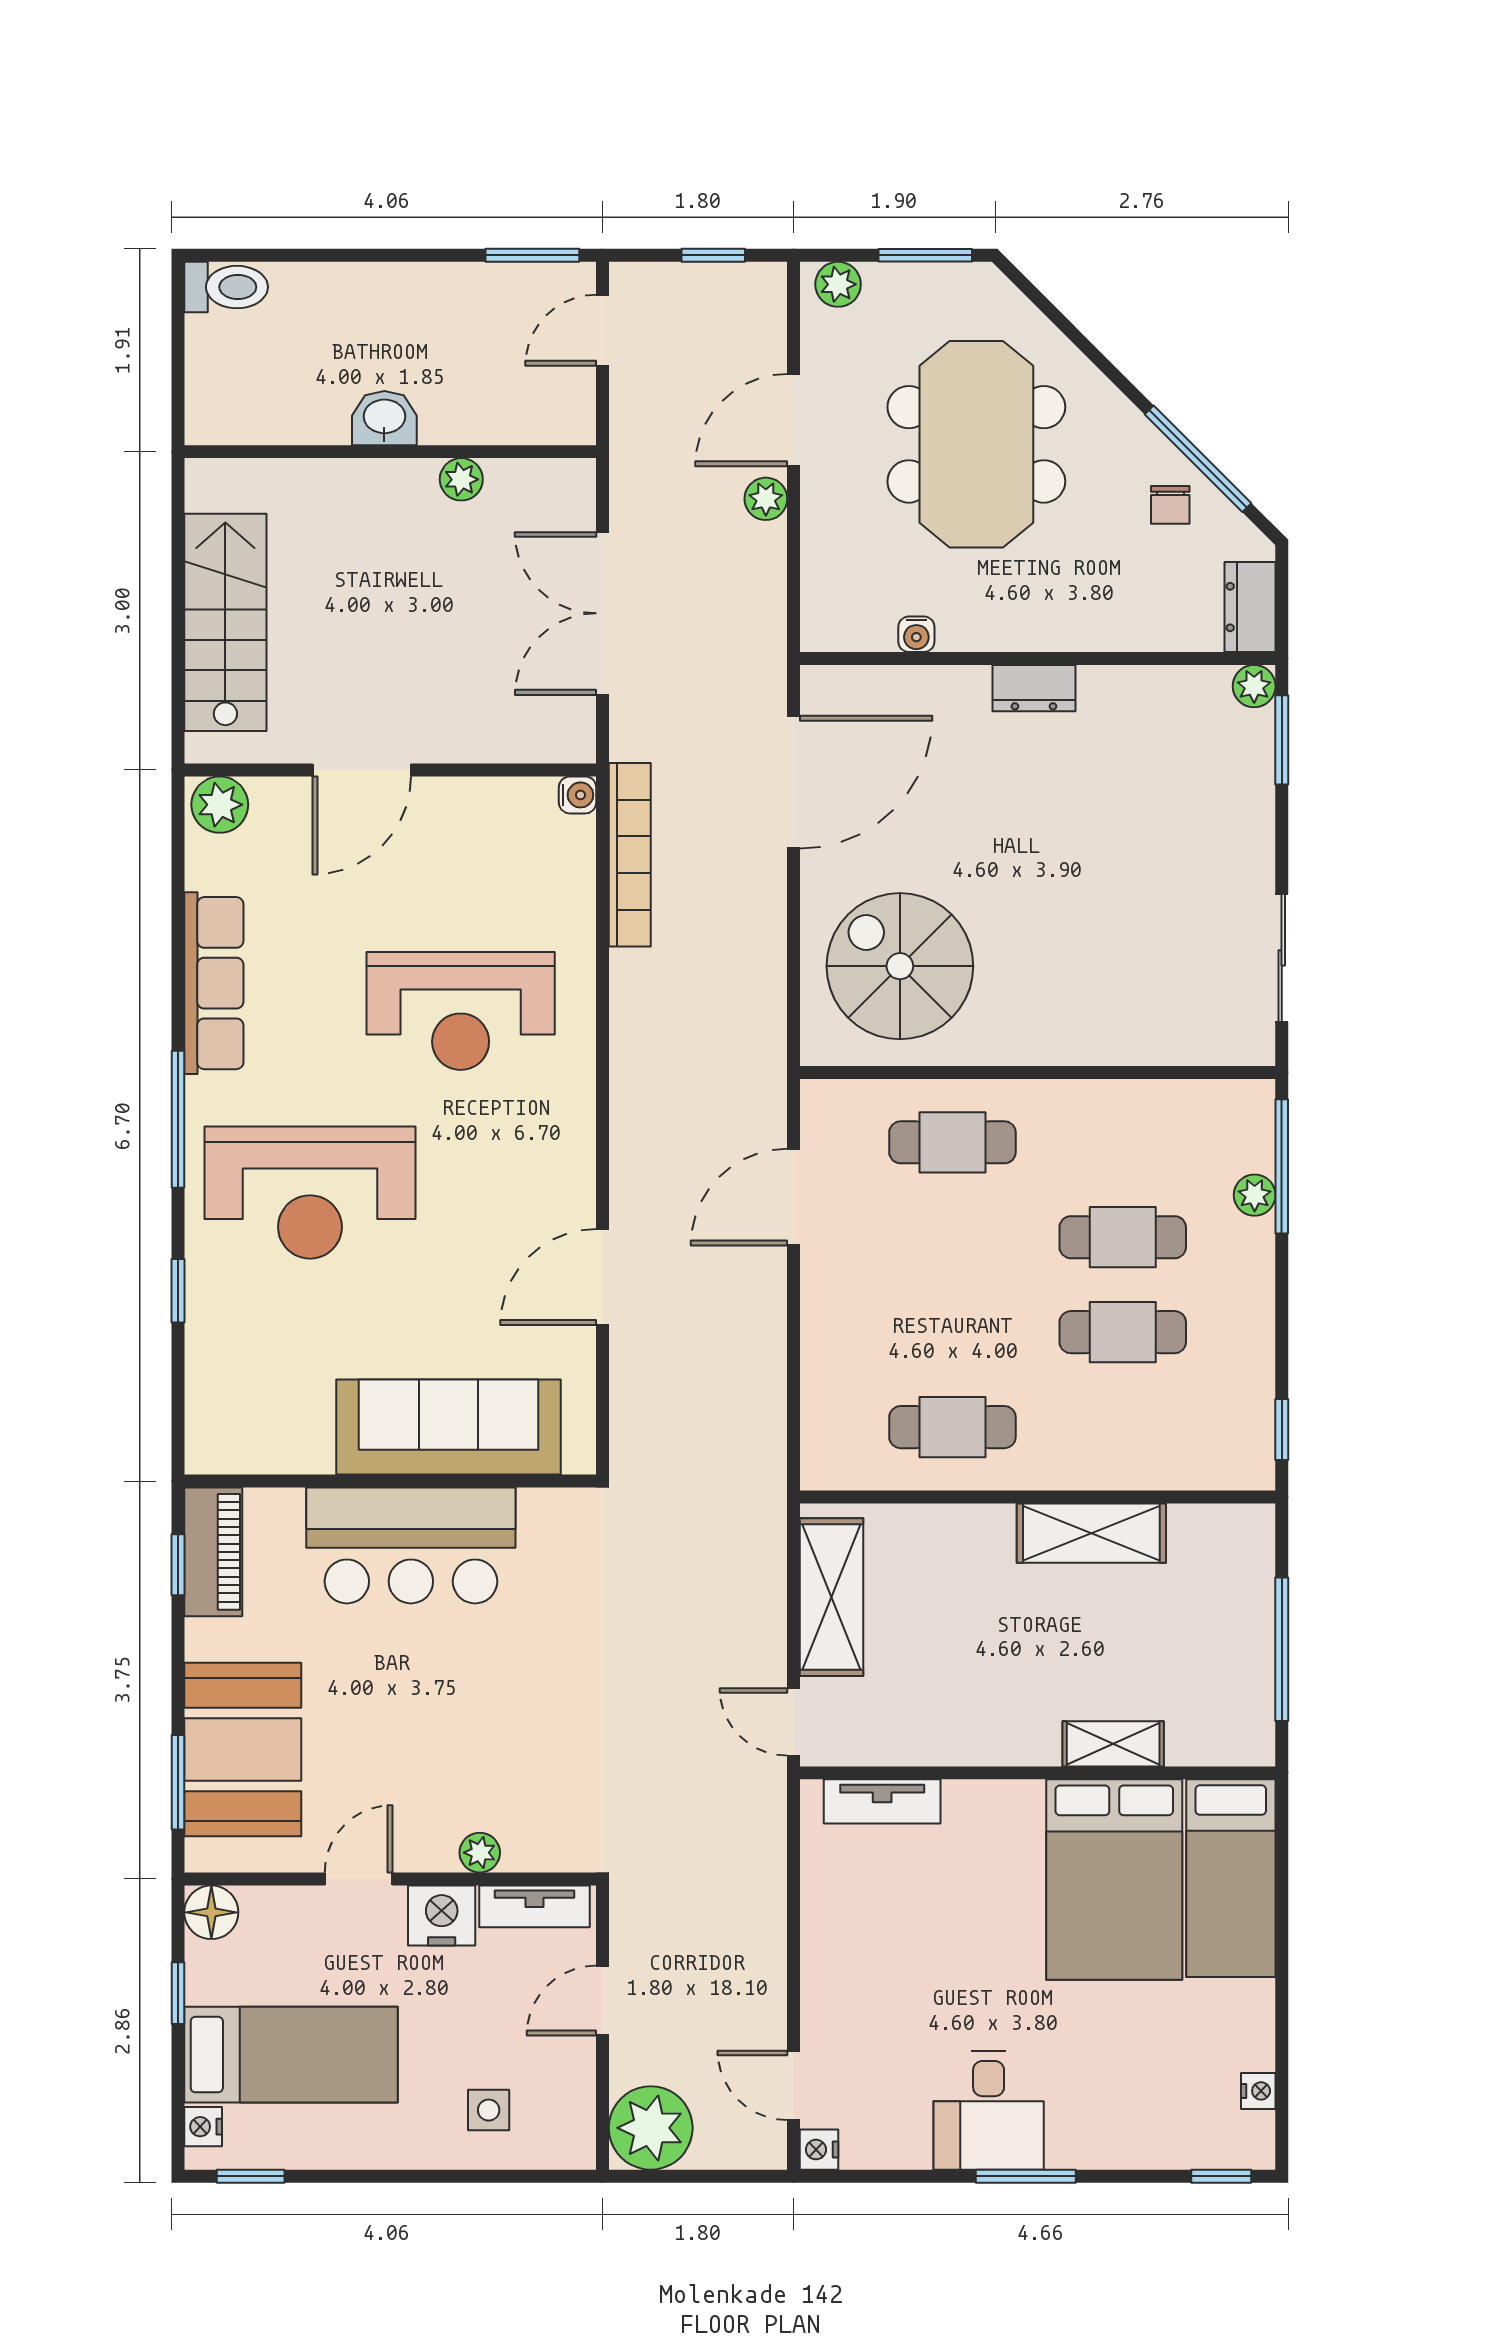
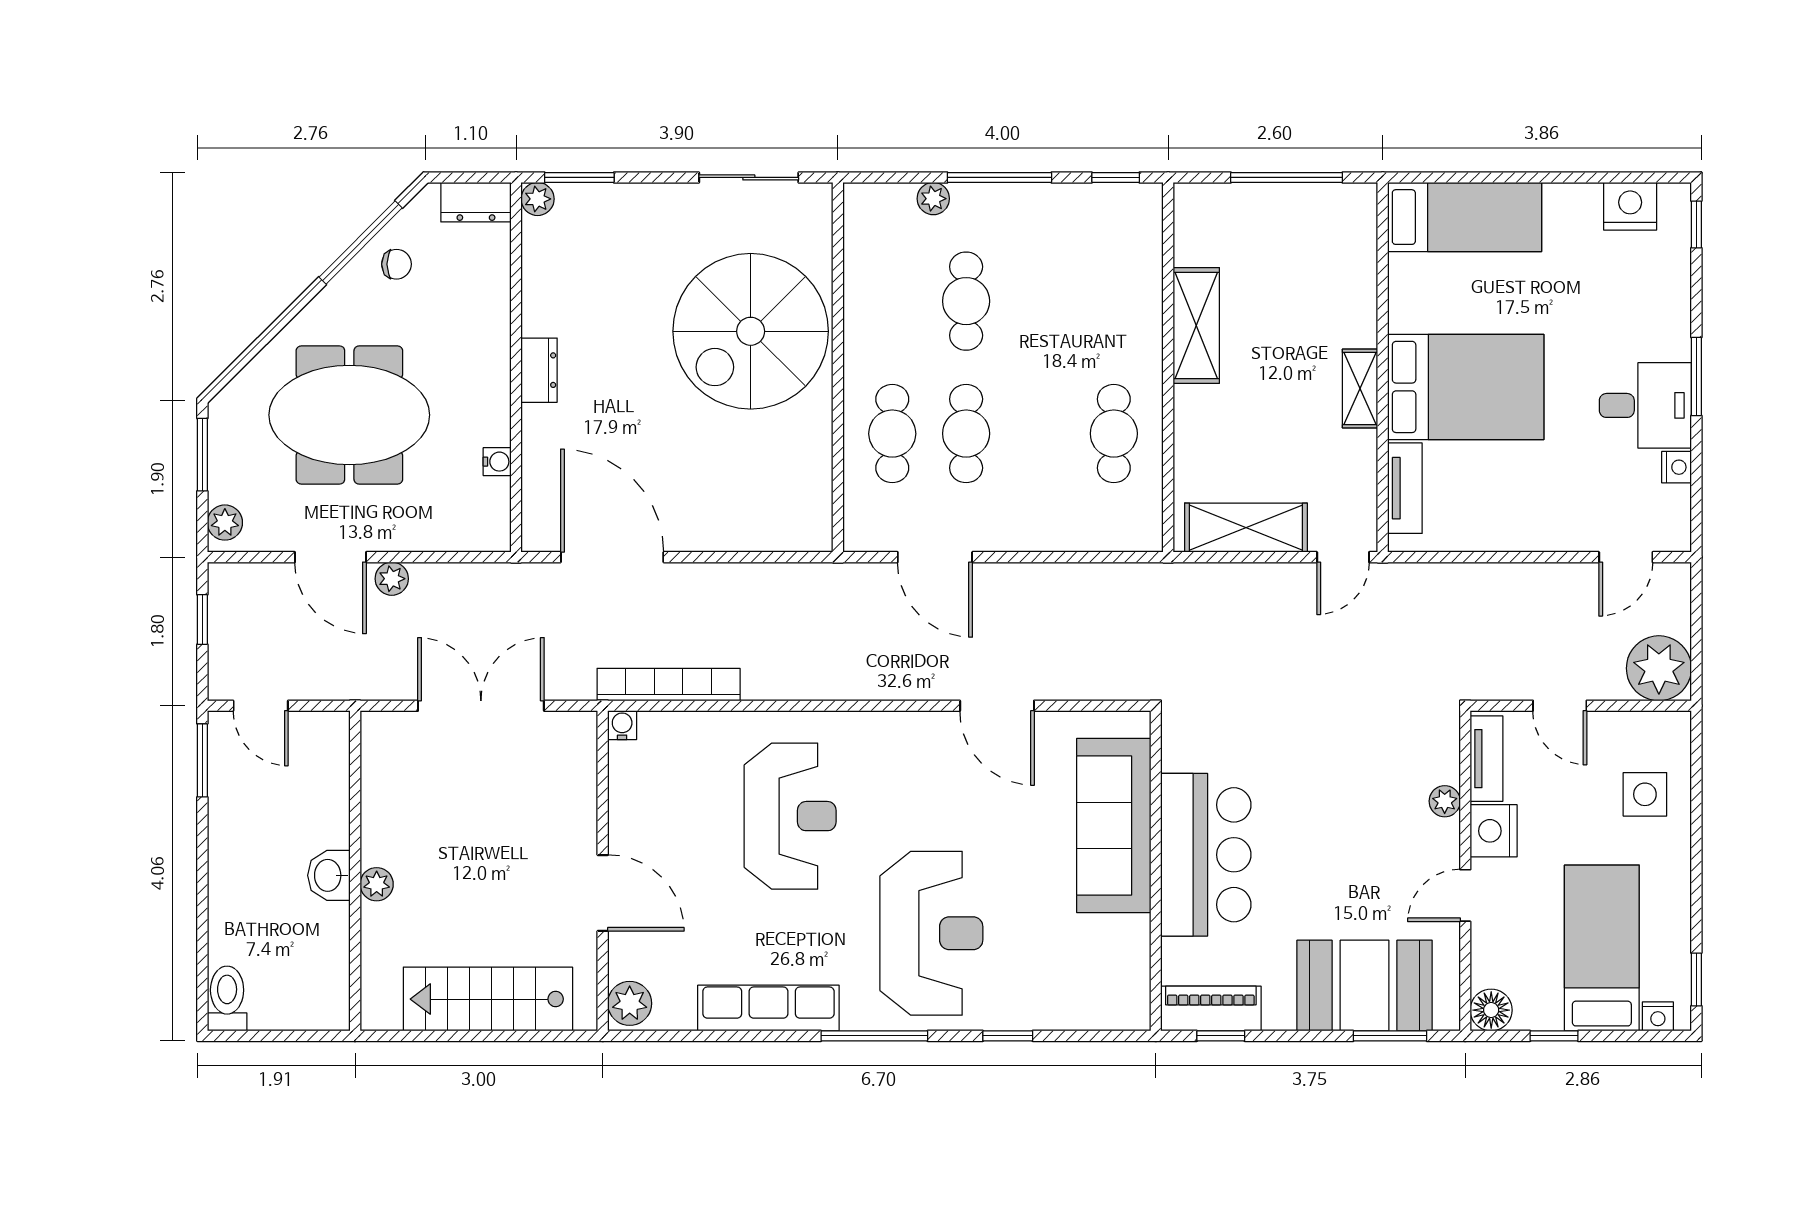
plant: (461, 479) -> (377, 884), moved
double door: (603, 613) -> (481, 706), swing flipped
spiral stairs: (900, 966) -> (751, 331), moved, width x1.37, depth x1.37
window: (1282, 1166) -> (999, 177), moved
cafe table: (1123, 1332) -> (966, 434), moved
shelving: (1113, 1744) -> (1360, 389), moved
door: (359, 1879) -> (1465, 895), hinge flipped
bed: (1114, 1880) -> (1466, 387), moved
nightstand: (1258, 2091) -> (1630, 206), width x1.89, depth x1.79
side table: (489, 2110) -> (1645, 794), width x1.37, depth x1.37
nightstand: (819, 2150) -> (1677, 467), moved, turned -90

